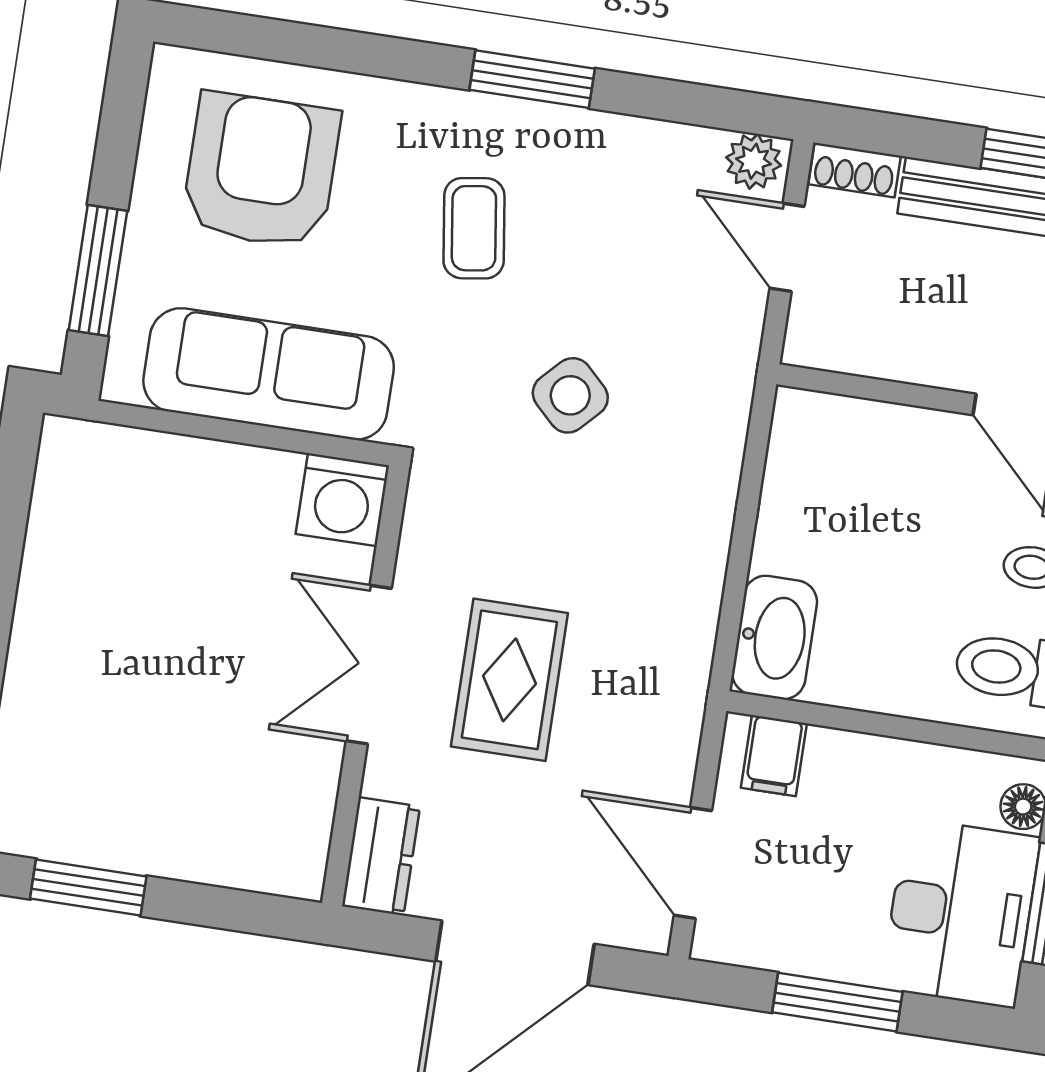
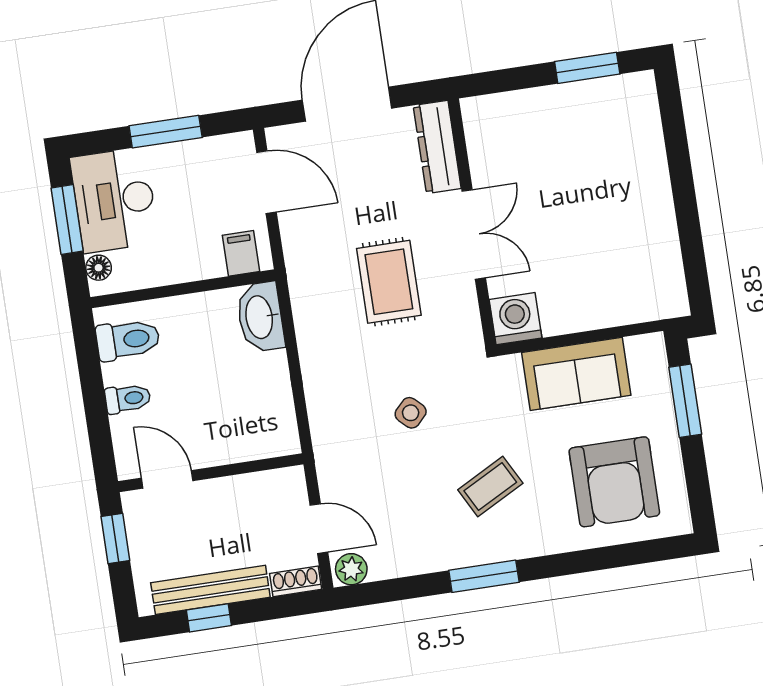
coffee table: (474, 228) -> (490, 486), turned 70
sofa: (269, 374) -> (576, 374), width x0.73
side table: (570, 395) -> (411, 413), width x0.73, depth x0.73
rug: (509, 680) -> (389, 282), moved
dresser: (381, 856) -> (437, 147), width x1.44

